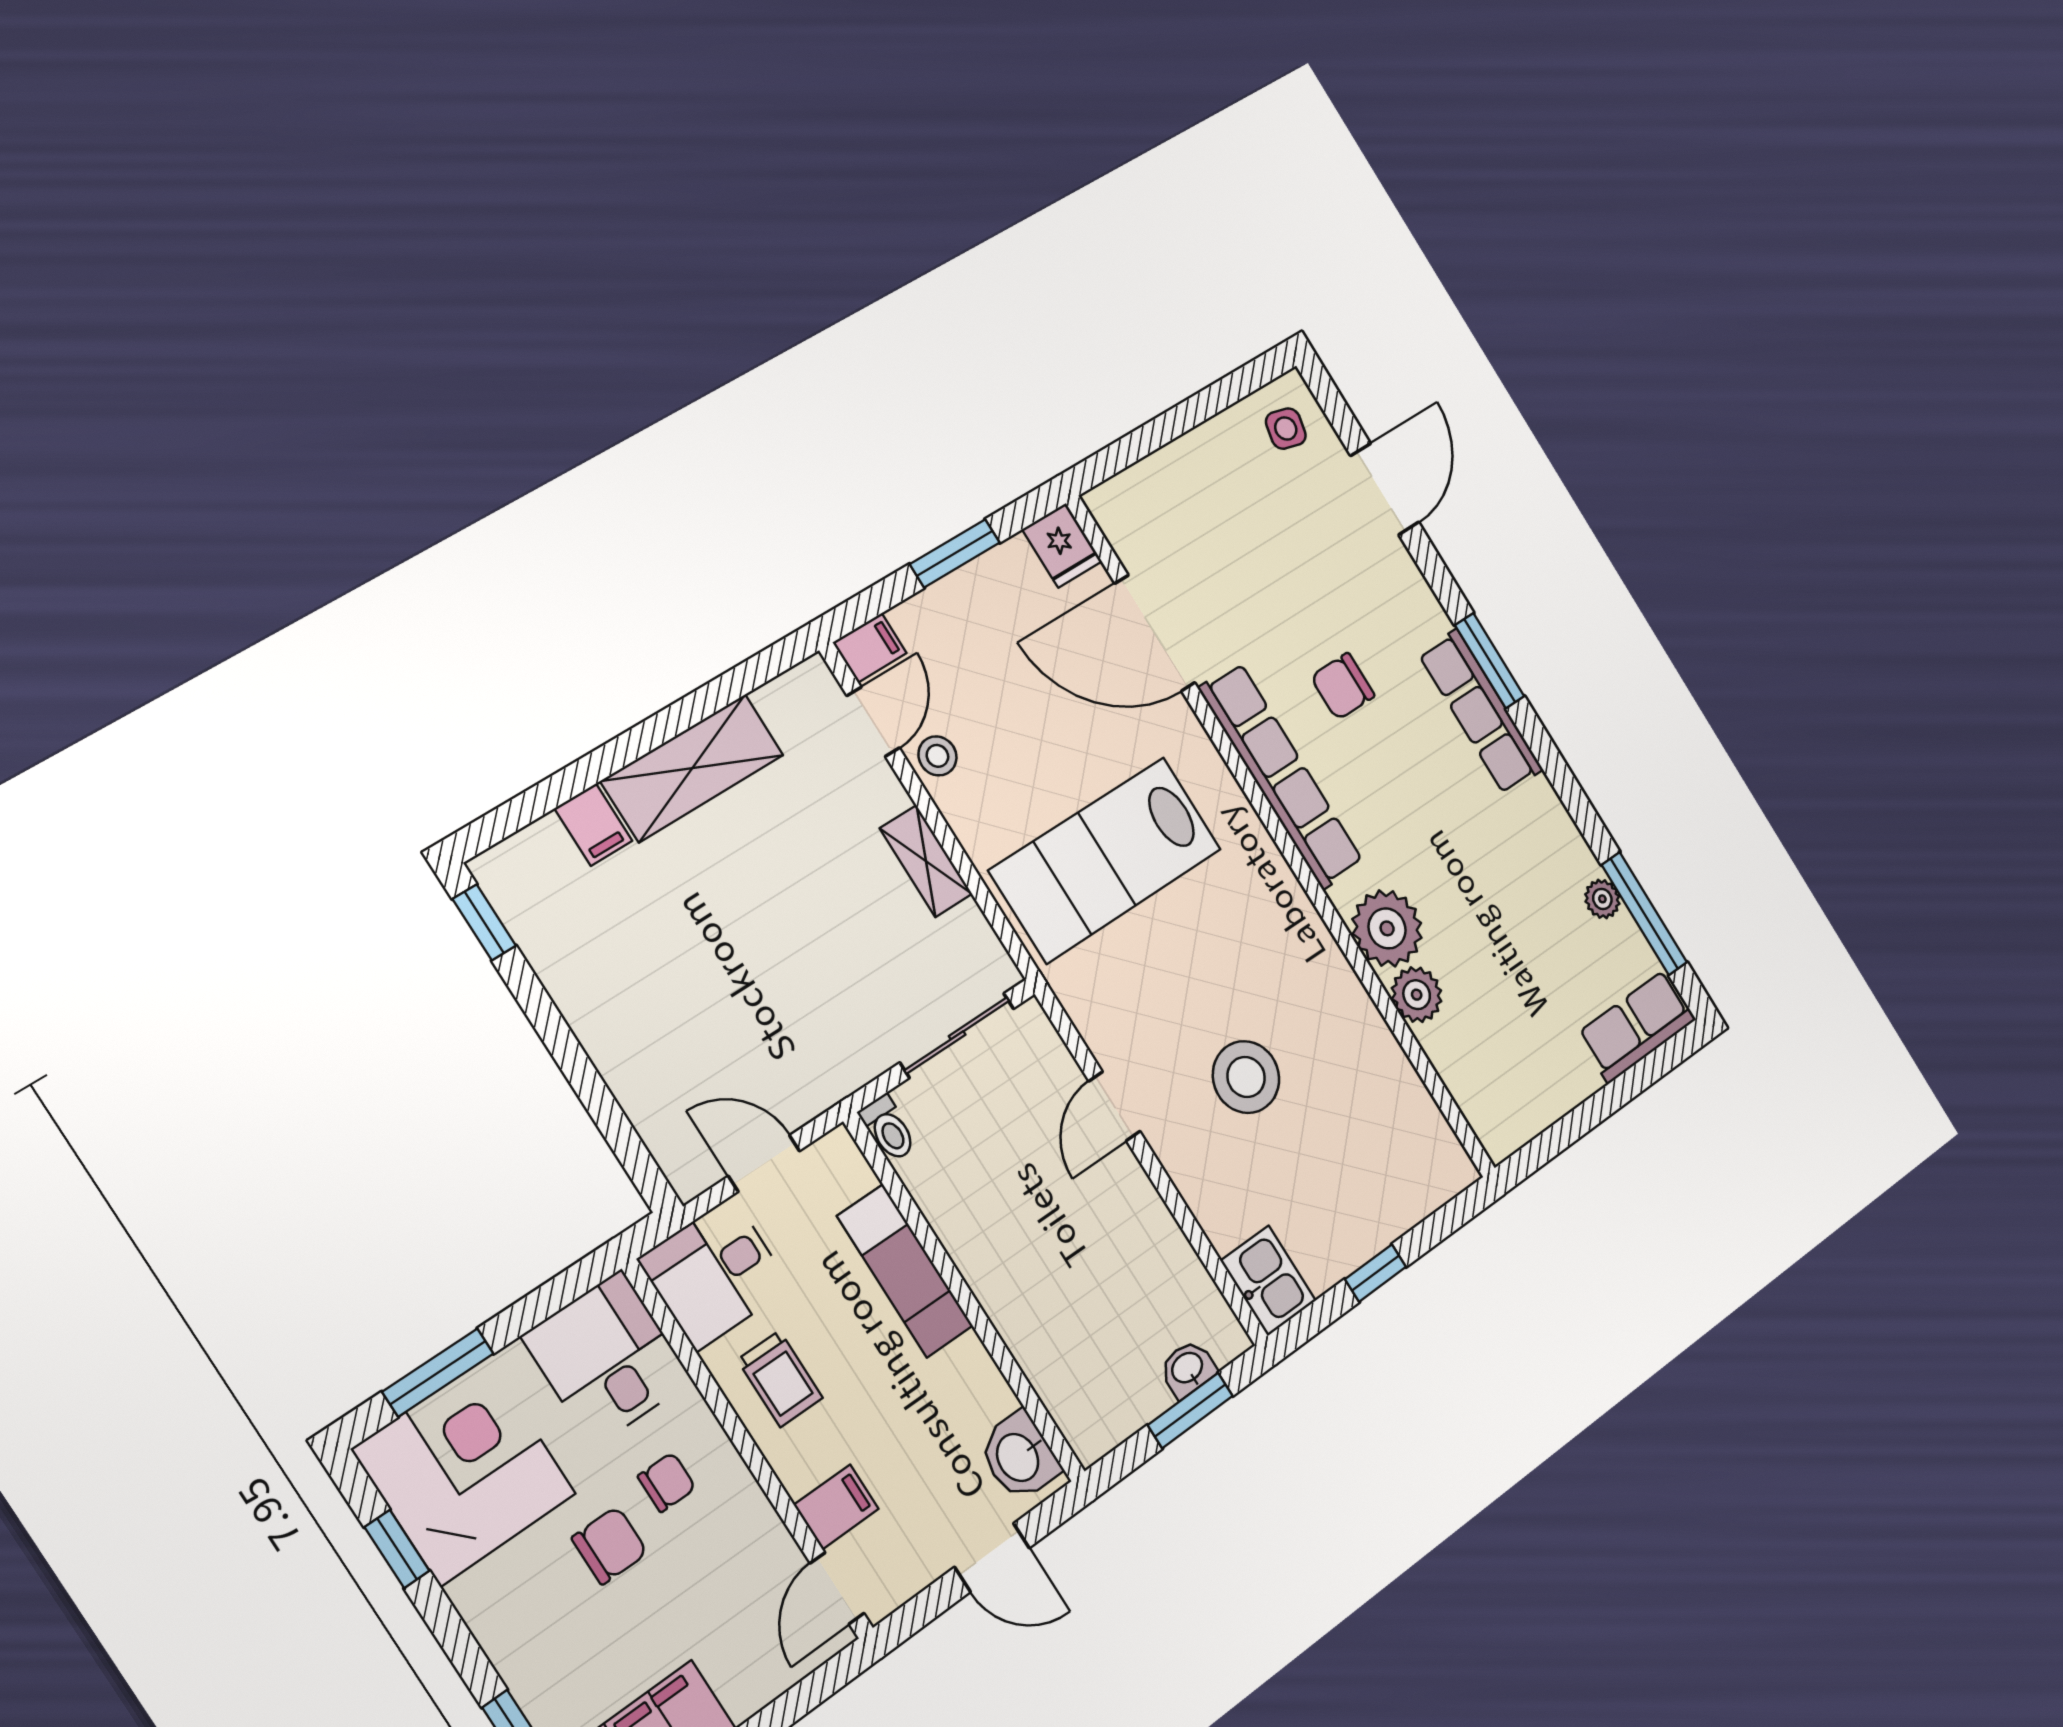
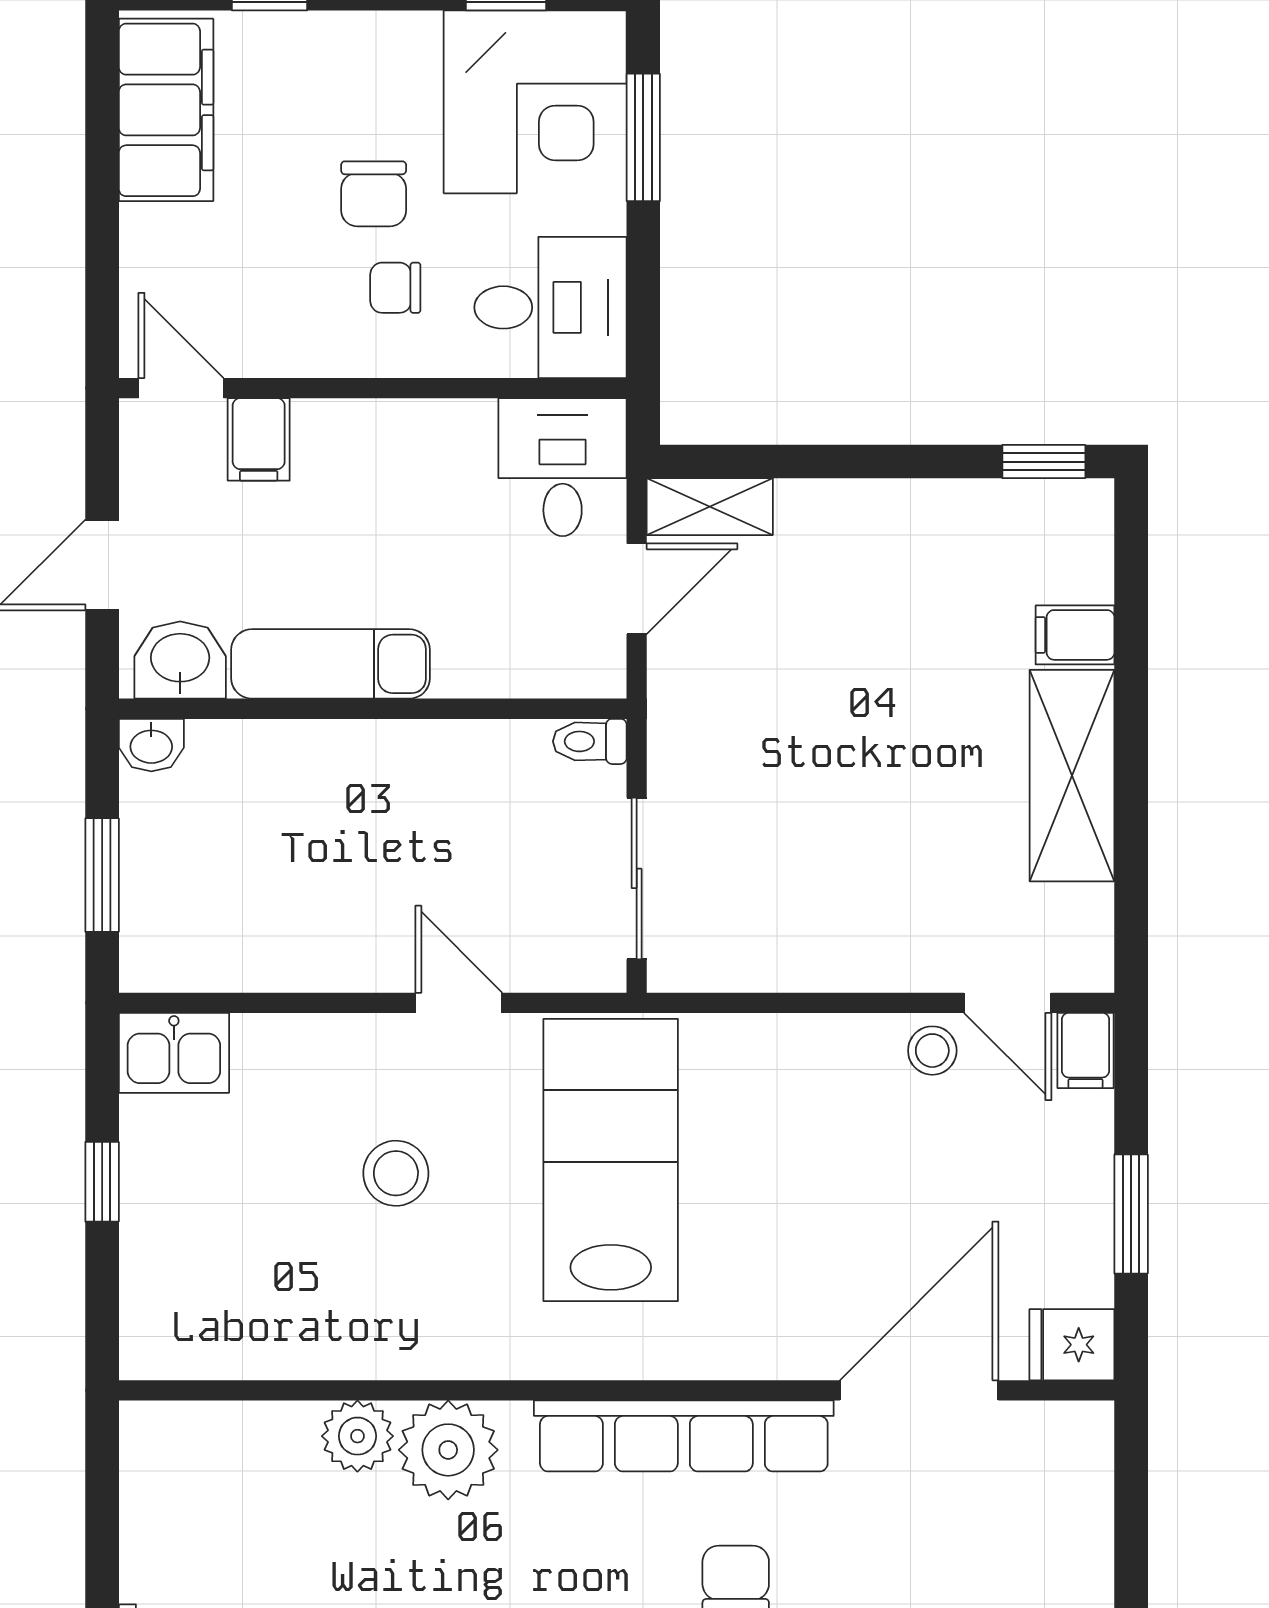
lab bench: (1106, 860) -> (611, 1160), moved
shelving: (926, 861) -> (710, 507), moved
stool: (1246, 1077) -> (396, 1173), width x0.73, depth x0.73
exam couch: (905, 1271) -> (331, 664), moved
washbasin: (1188, 1369) -> (151, 745), moved, turned 90
trolley: (780, 1379) -> (418, 465), removed
chair: (667, 1482) -> (395, 288), turned 90

